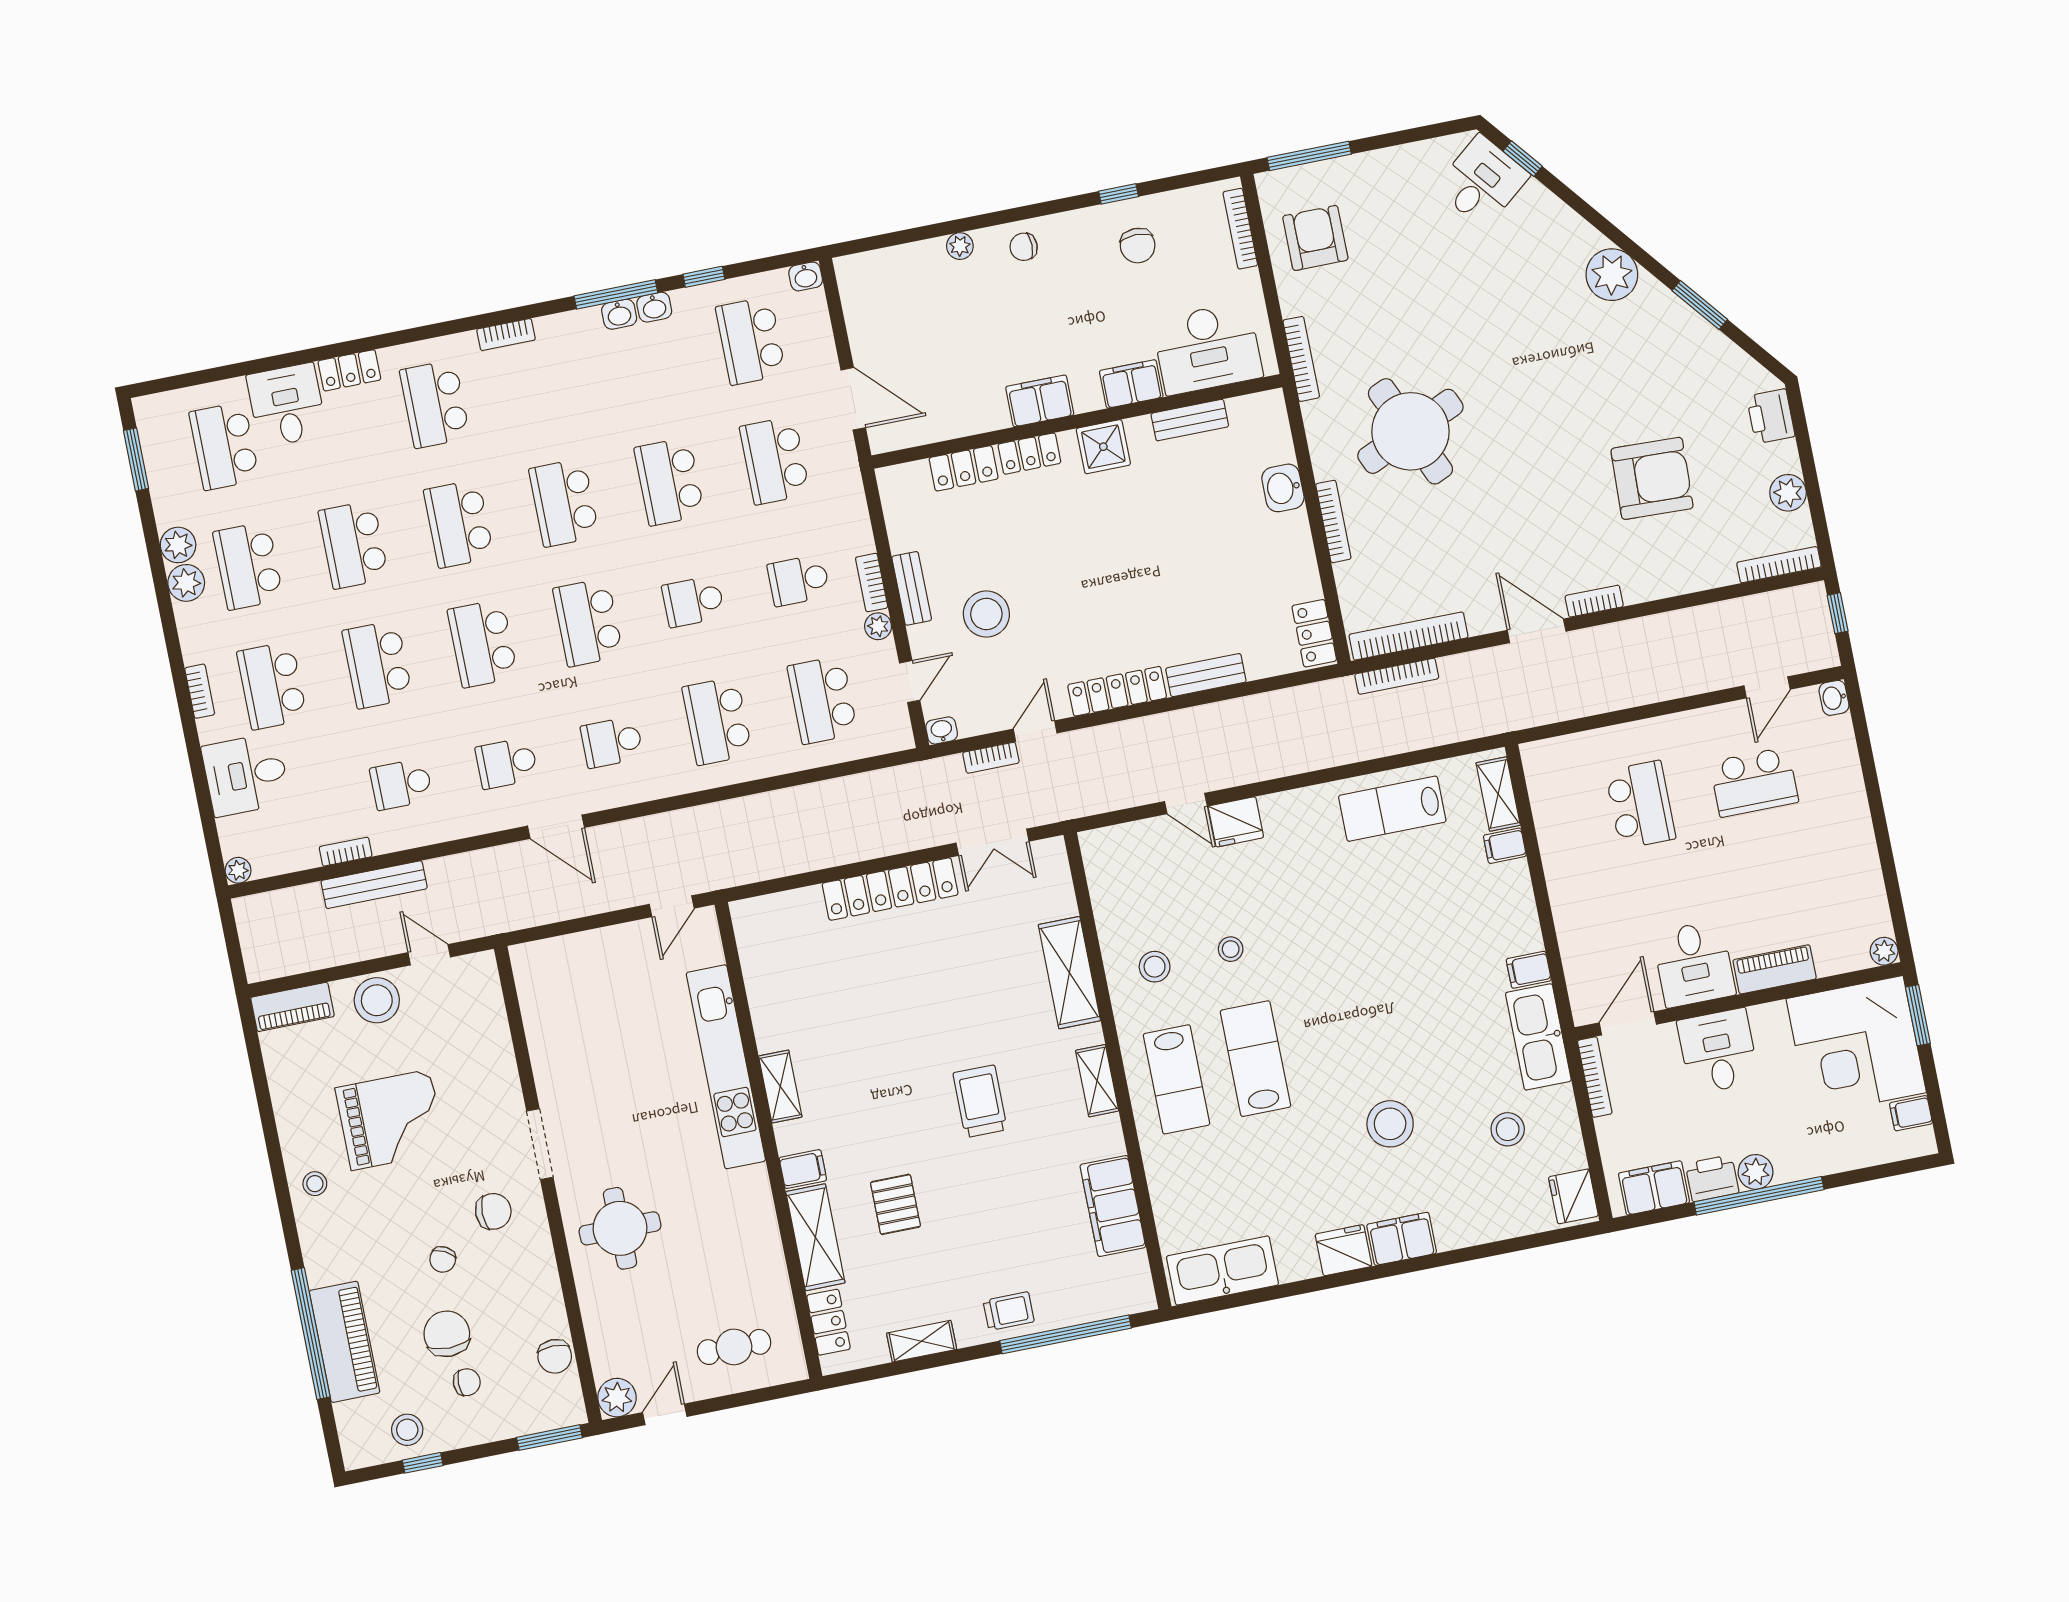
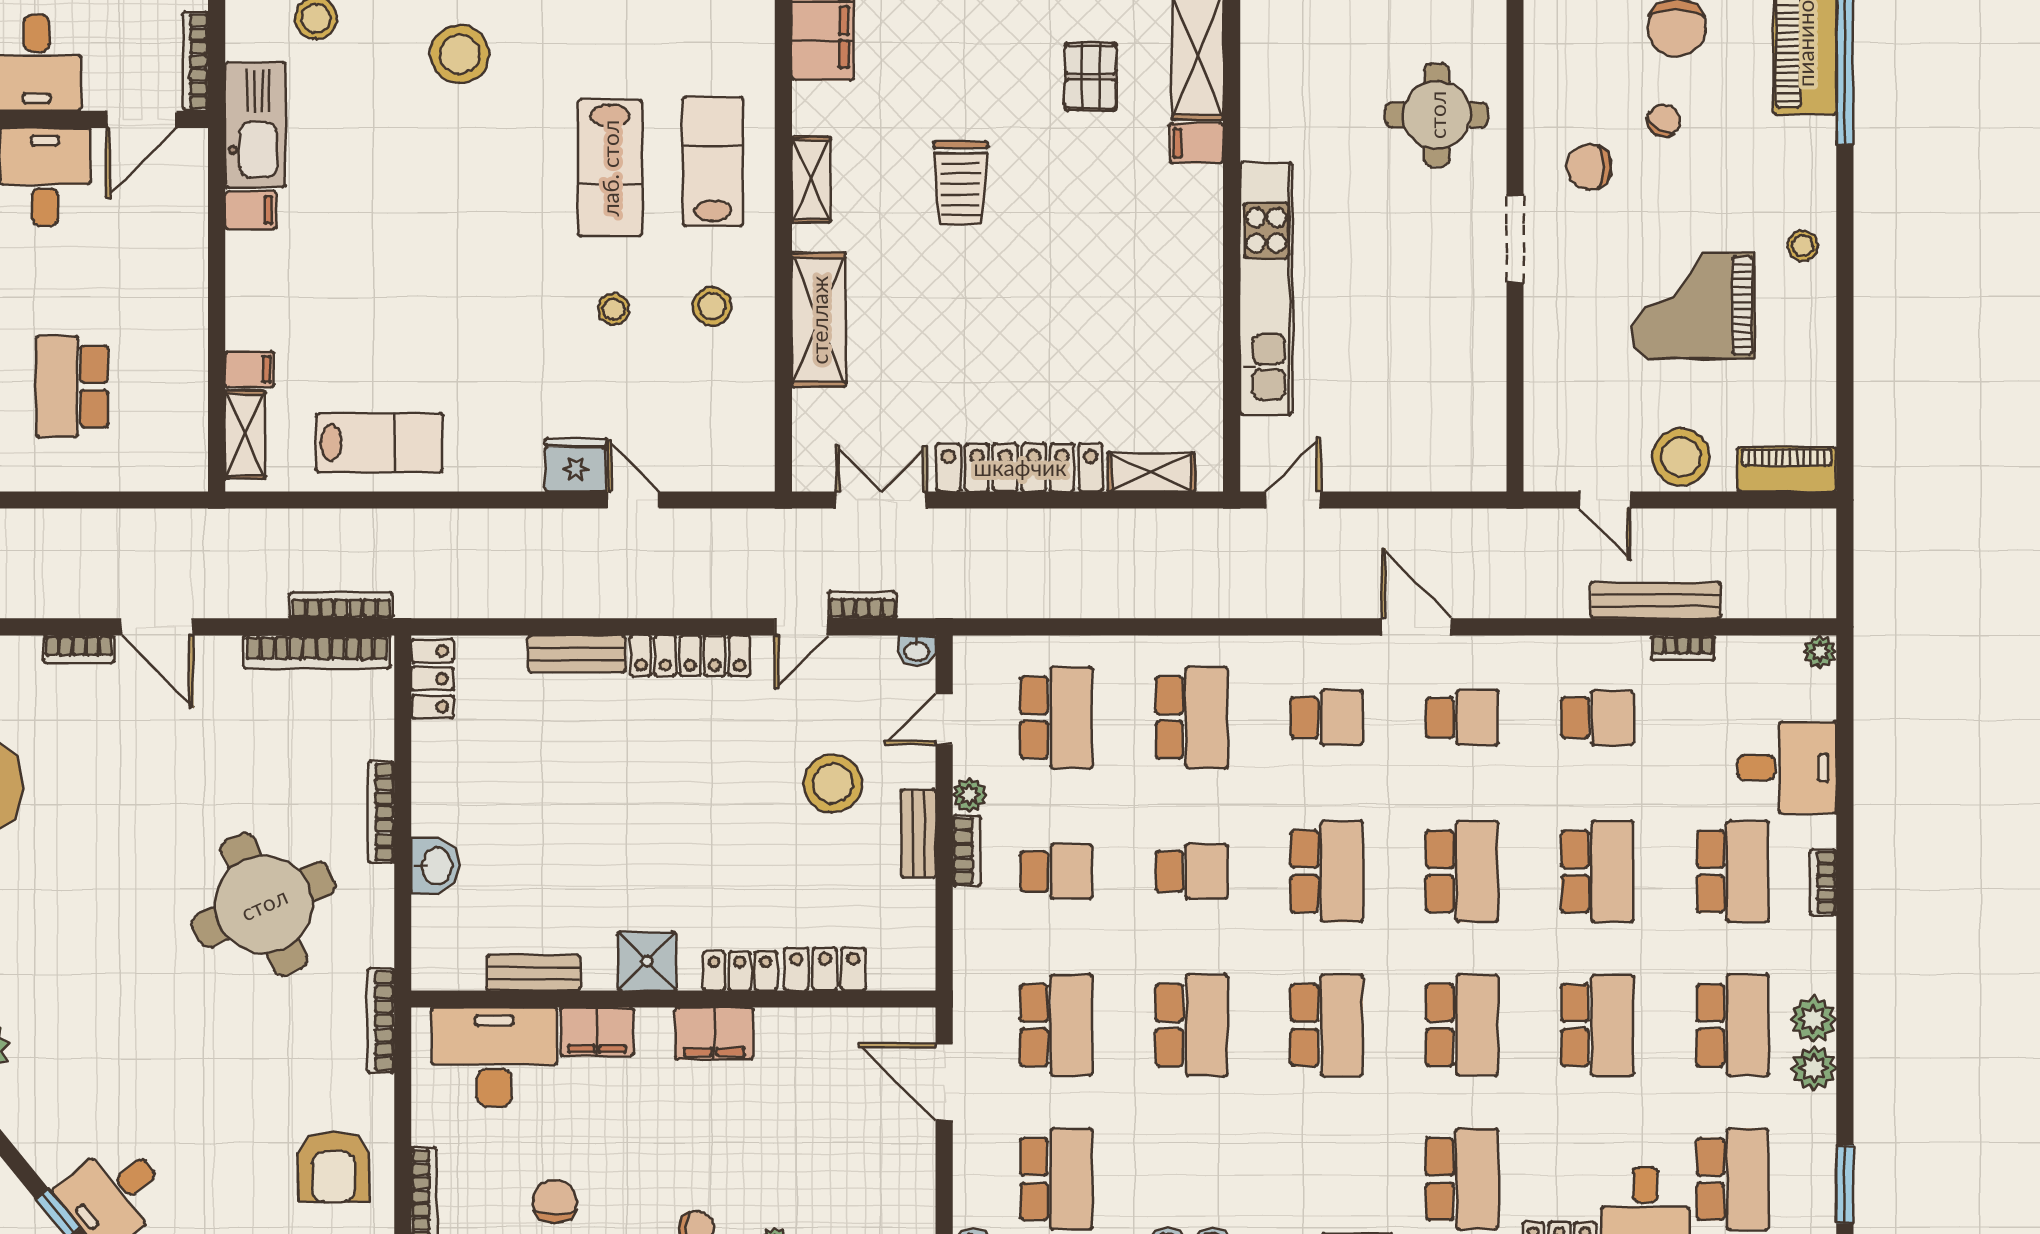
shelving: (780, 1087) -> (1151, 472), moved, turned 90

